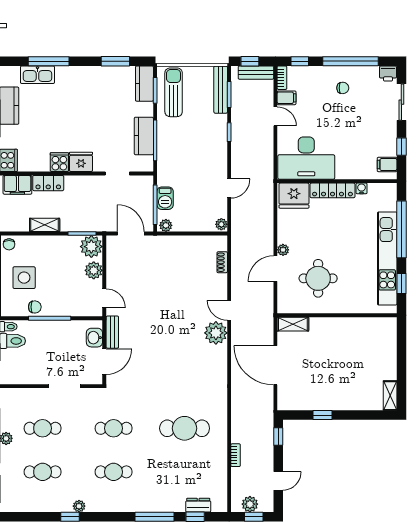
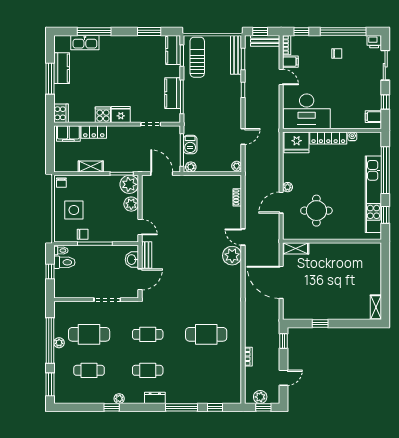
cafe table: (43, 428) -> (89, 334), width x1.37, depth x1.35
dresser: (198, 505) -> (155, 398), moved

